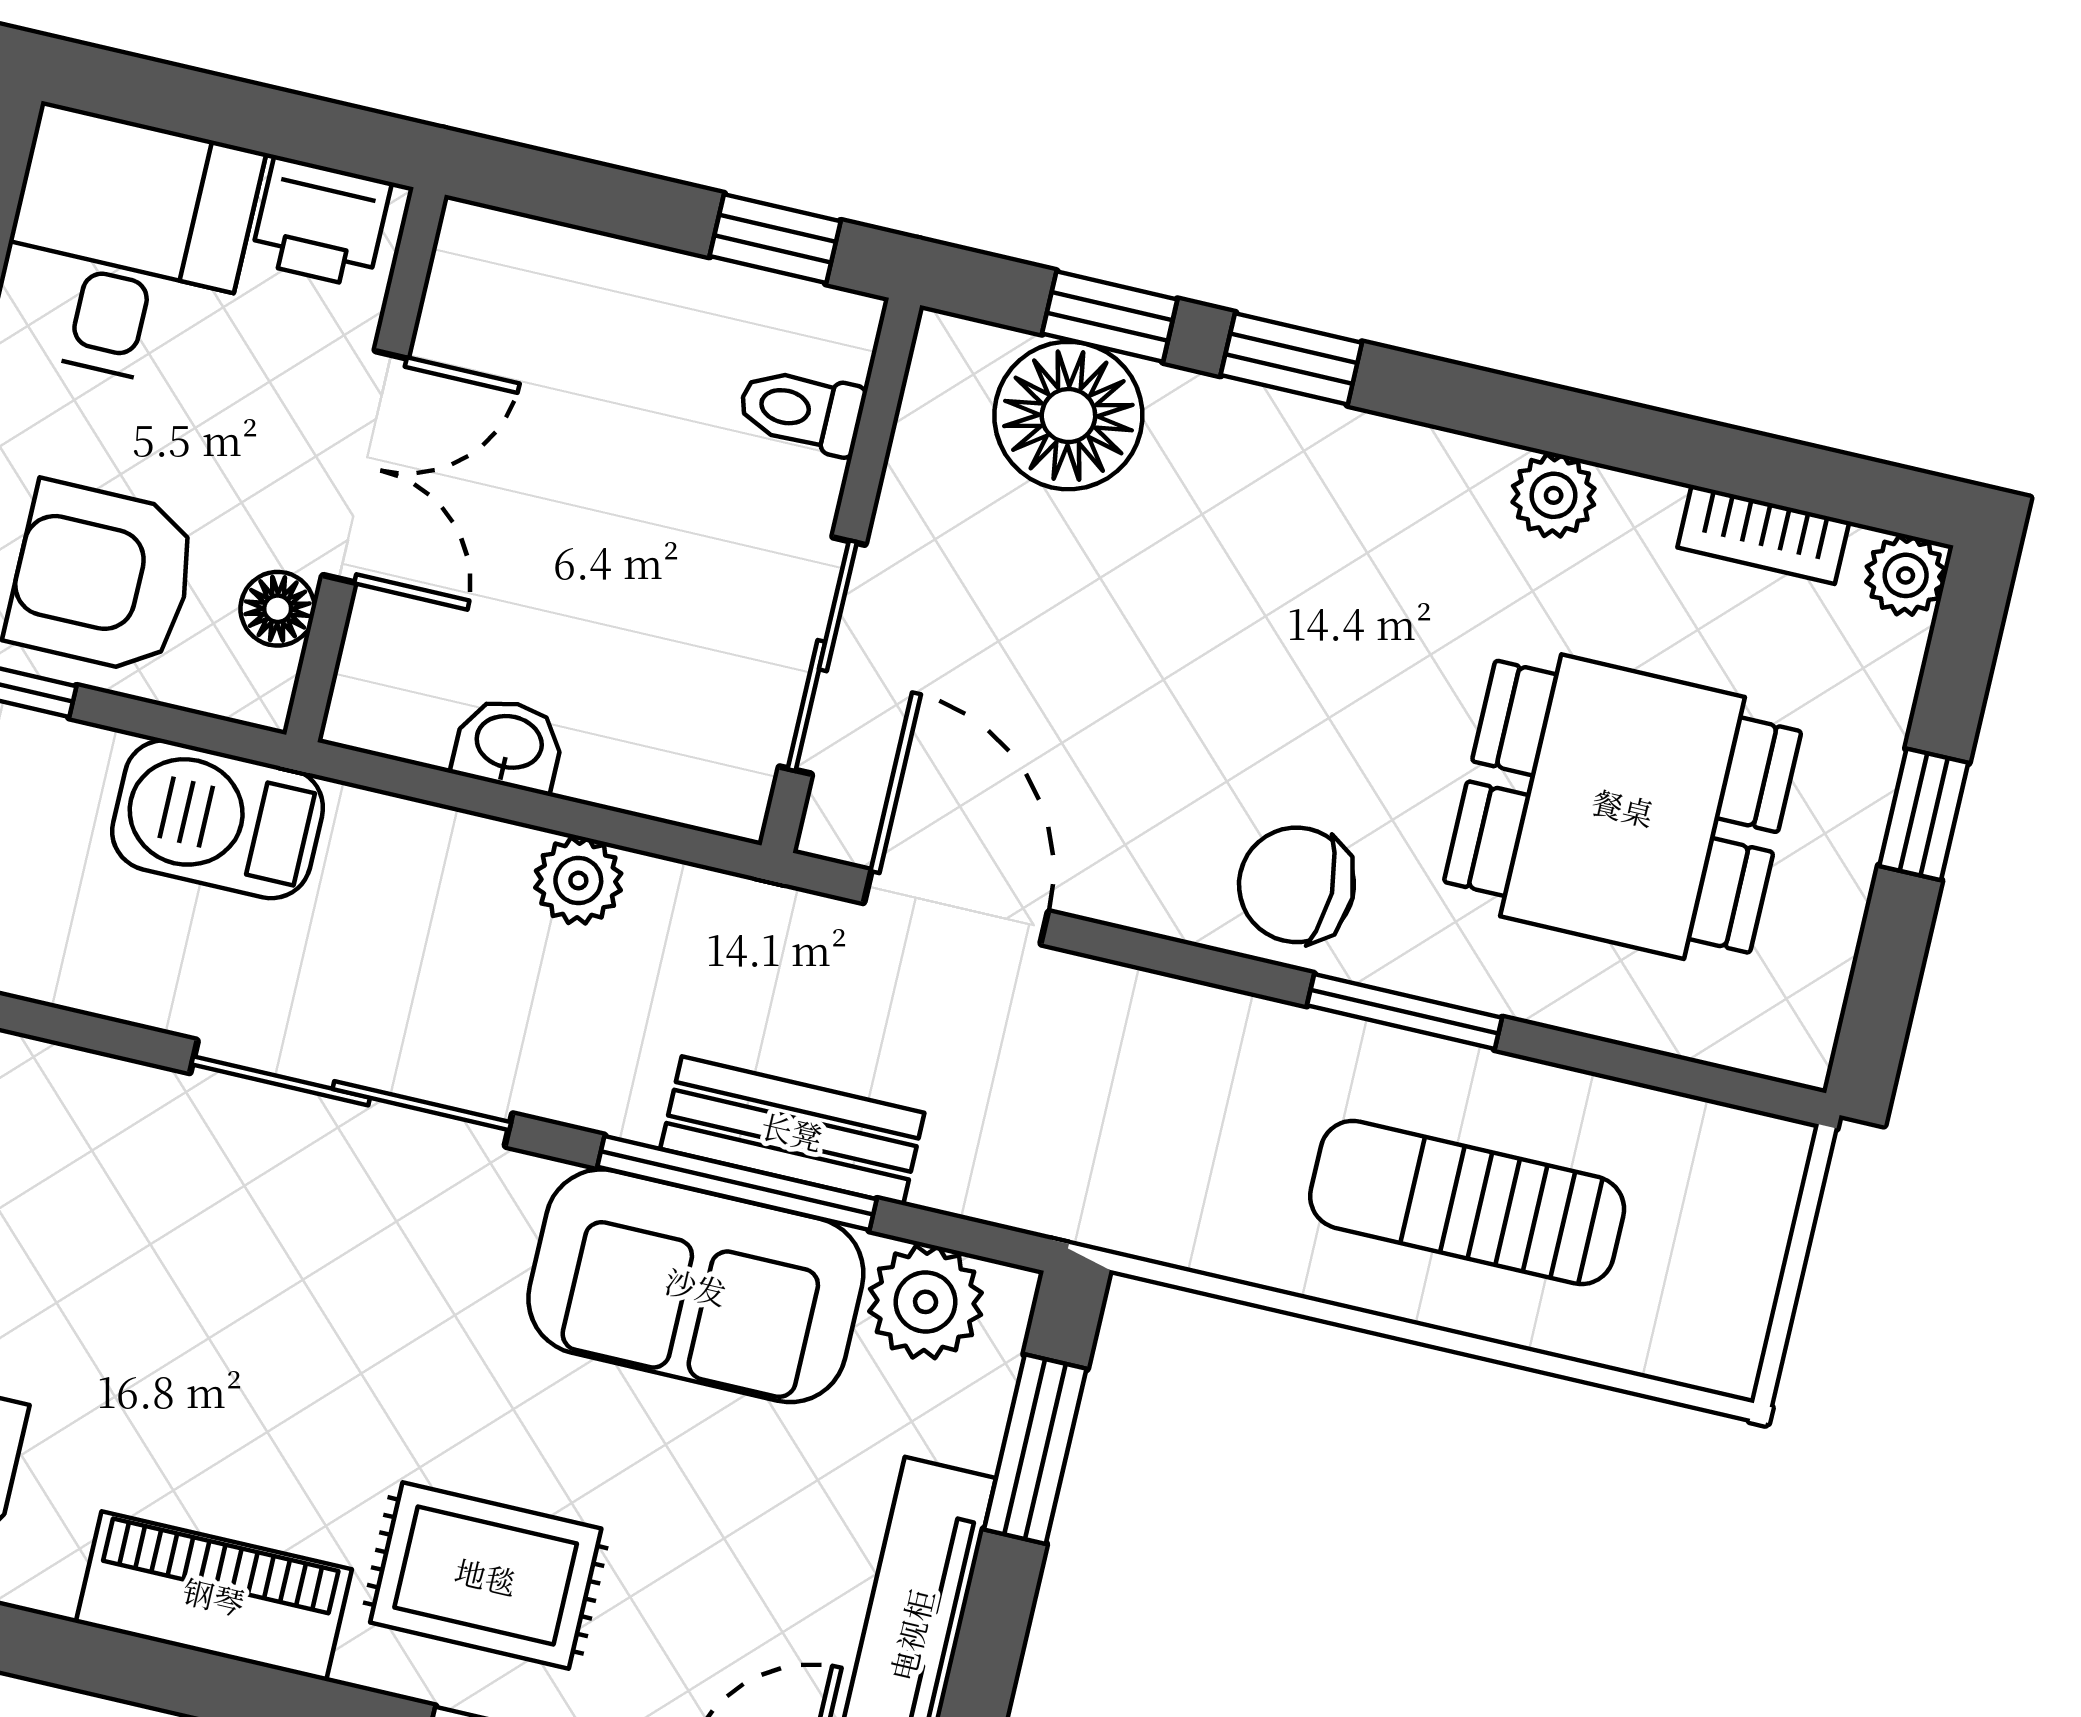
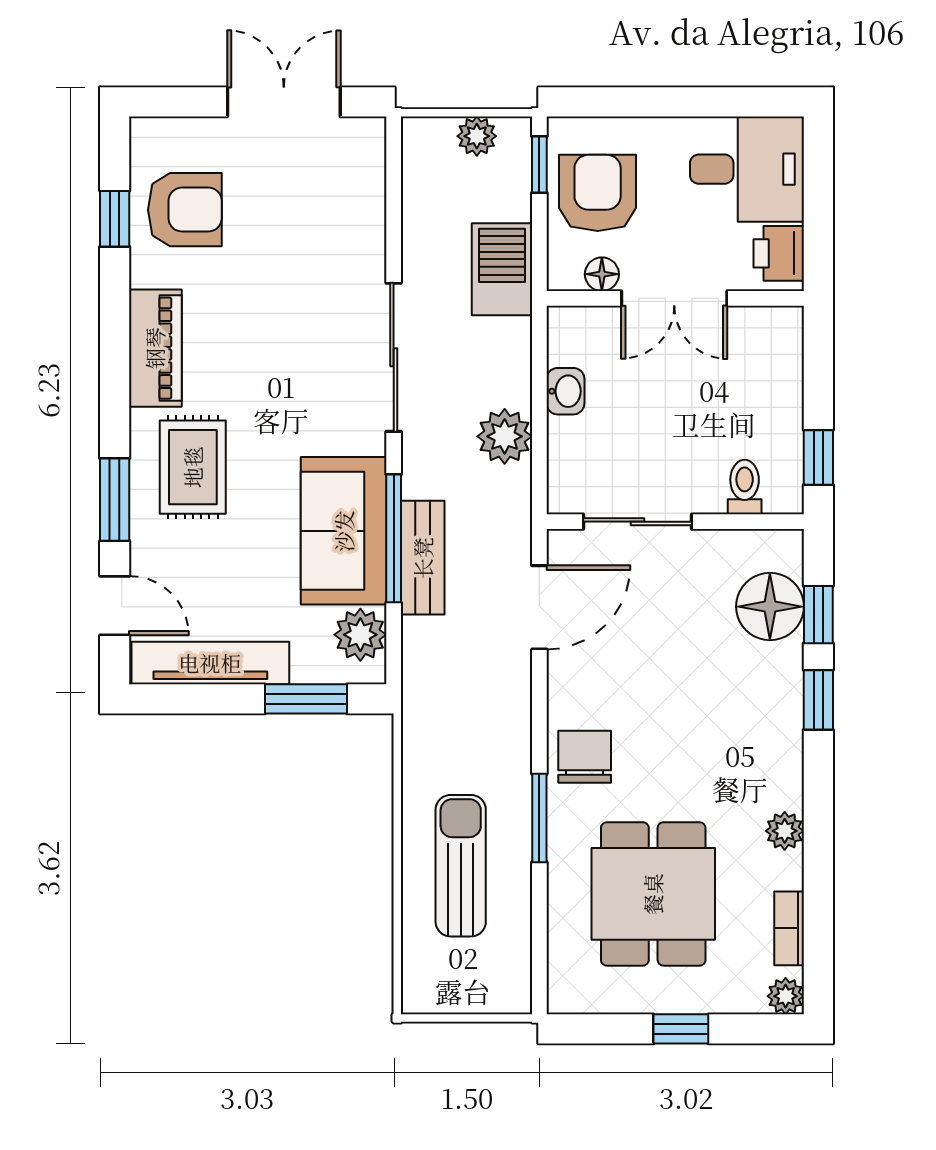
plant: (578, 881) -> (505, 436), width x1.38, depth x1.38

